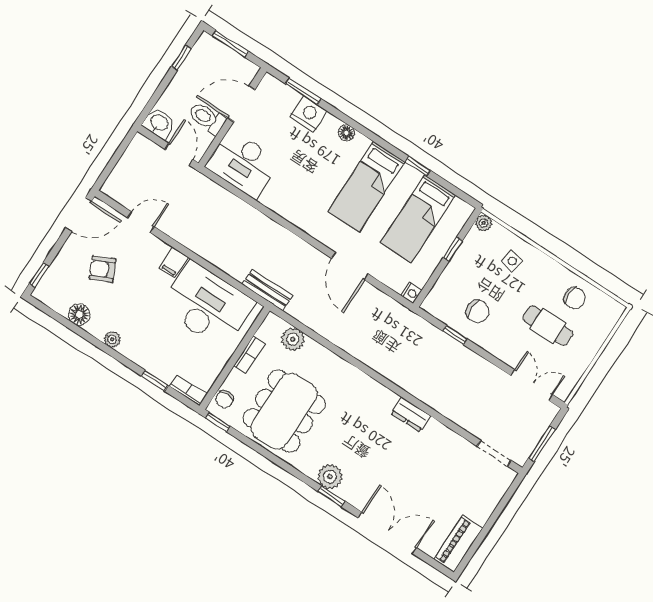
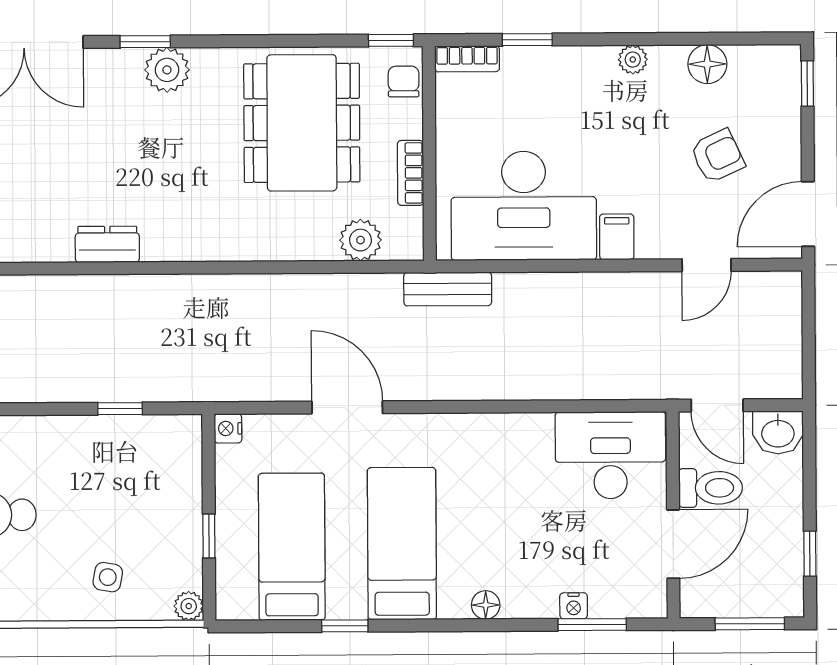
nightstand: (309, 114) -> (574, 606), width x0.53, depth x0.56
chair: (477, 312) -> (109, 466), removed

